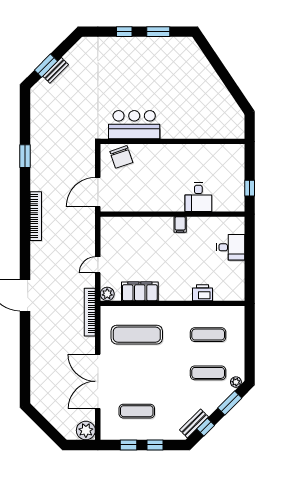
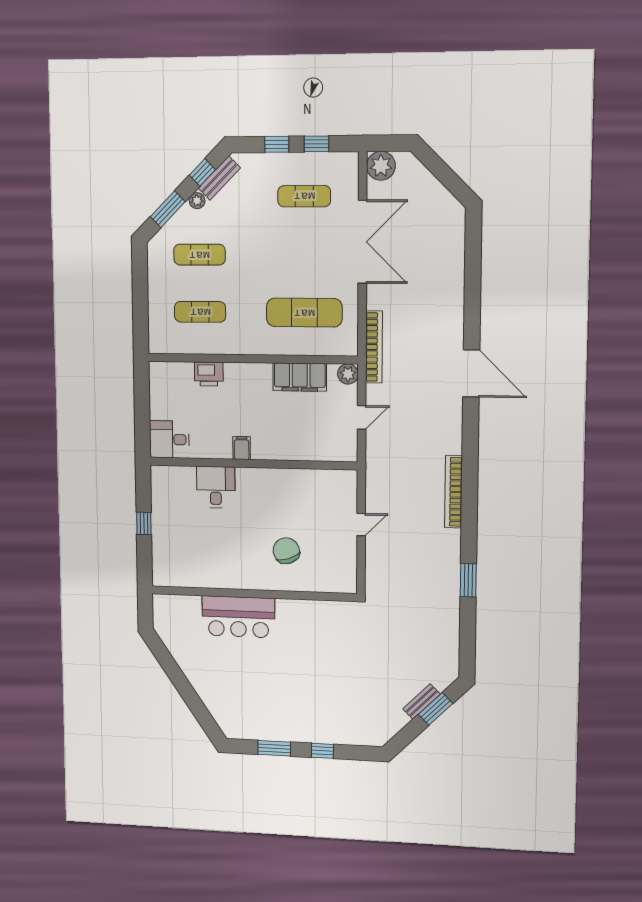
bar counter: (134, 125) -> (238, 617), moved
chair: (121, 157) -> (286, 551), moved
door: (98, 192) -> (361, 525), width x0.53
desk: (198, 197) -> (216, 487), moved
wall: (172, 214) -> (253, 464), moved
filing cabinet: (180, 225) -> (242, 448), moved
plant: (236, 382) -> (197, 201), moved

